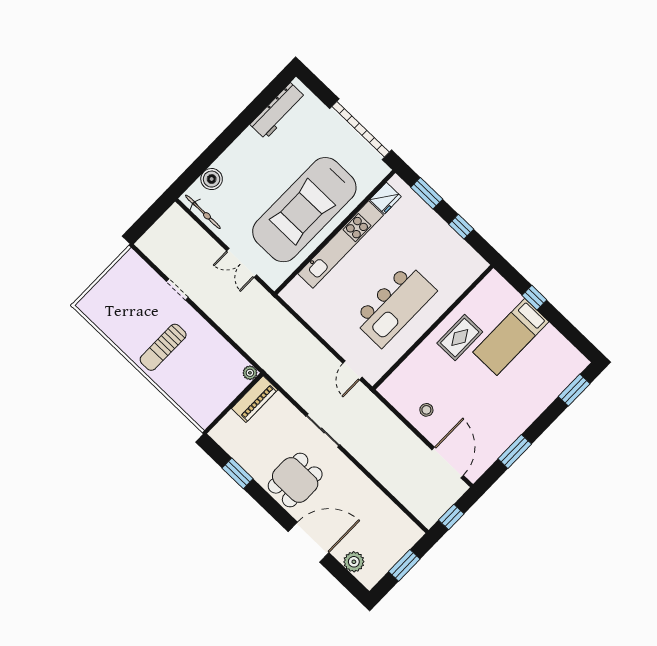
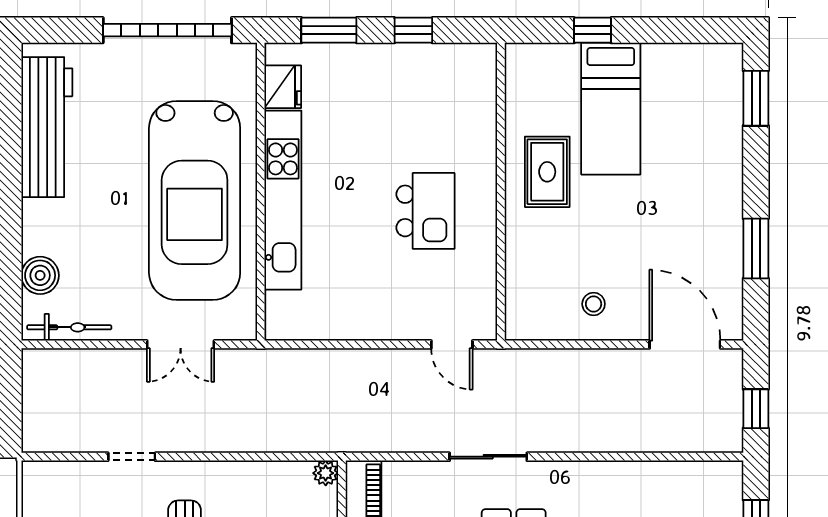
workbench: (278, 111) -> (47, 127), width x1.36, depth x1.32
kitchen island: (395, 305) -> (425, 211), width x0.54, depth x0.78

